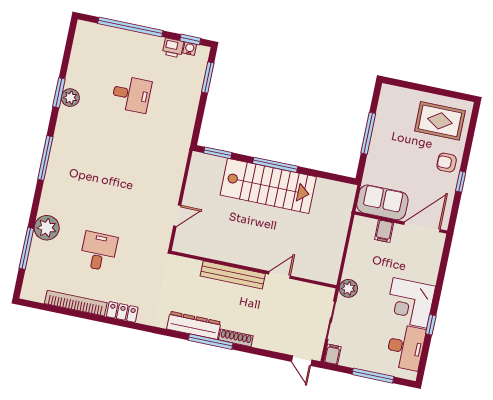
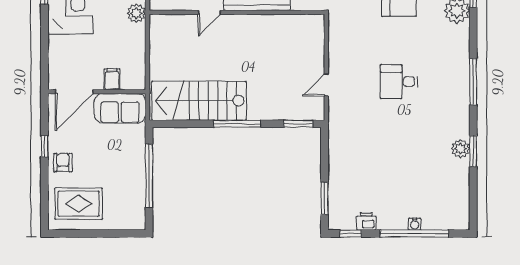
water cooler: (190, 49) -> (415, 224), moved
desk: (131, 94) -> (399, 82), moved
window: (368, 133) -> (149, 176), width x1.46
armchair: (447, 163) -> (63, 163), turned -90
stairs: (268, 186) -> (199, 101), moved
door: (177, 216) -> (326, 85), moved

